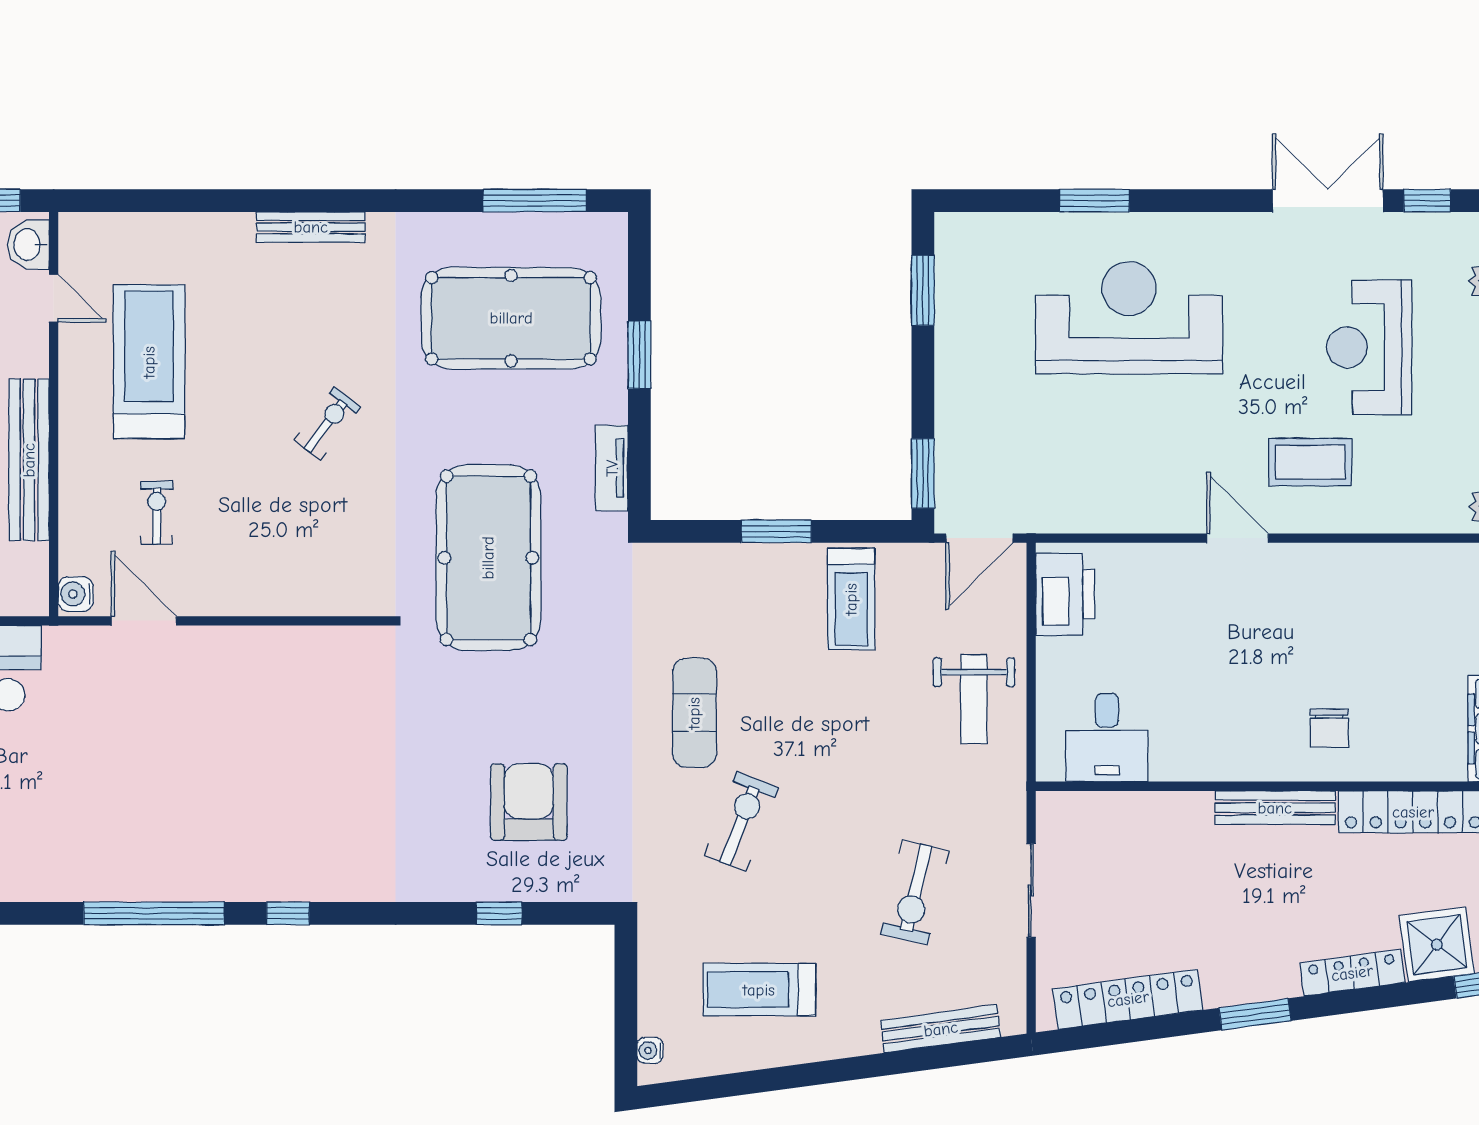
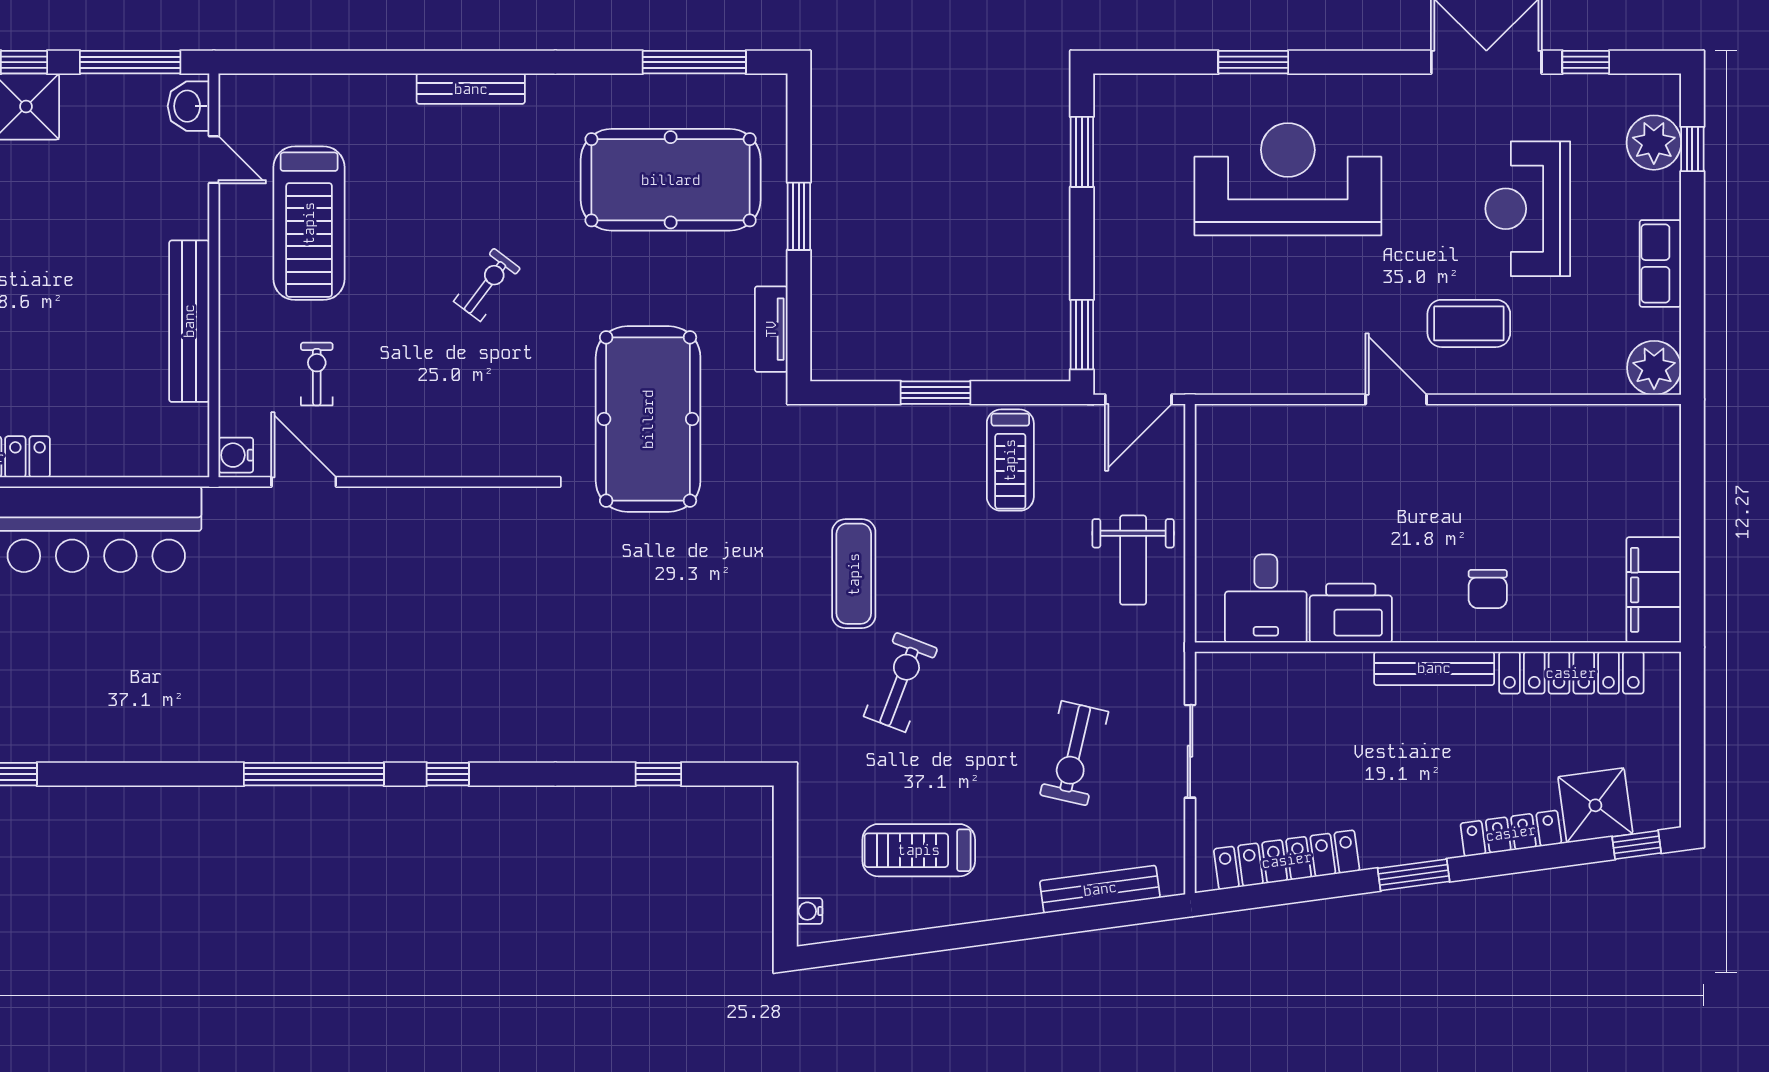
treadmill: (149, 362) -> (309, 223), turned 180
printer: (1065, 594) -> (1351, 613), moved, turned -90
armchair: (529, 802) -> (688, 663), removed

